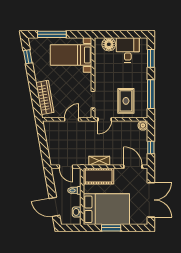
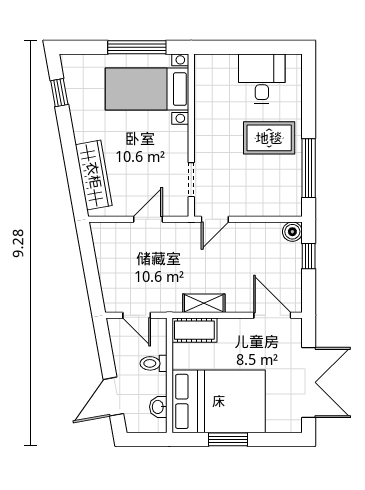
window: (52, 34) -> (137, 47), moved
floor lamp: (109, 44) -> (223, 67), removed
window: (151, 58) -> (309, 96), removed
rug: (126, 101) -> (269, 138), moved, turned 90
window: (151, 148) -> (309, 256), moved
cot: (99, 176) -> (194, 330), width x0.73, depth x0.75
door: (54, 207) -> (113, 397), hinge flipped

